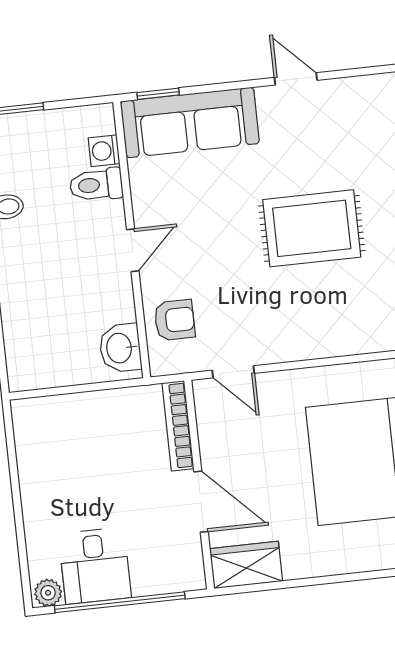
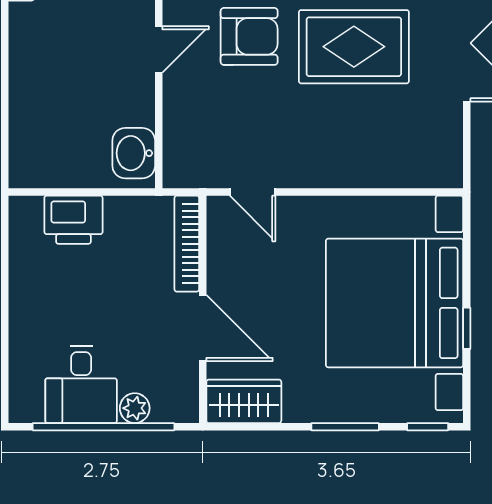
armchair: (175, 320) -> (249, 36), moved, width x1.38, depth x1.38
printer: (72, 415) -> (73, 220), added
window: (342, 578) -> (345, 427), added
plant: (48, 593) -> (135, 408), moved

